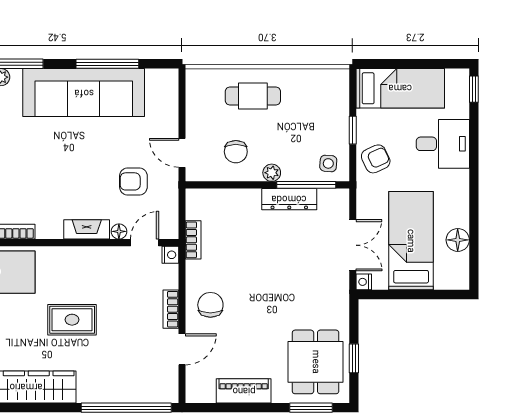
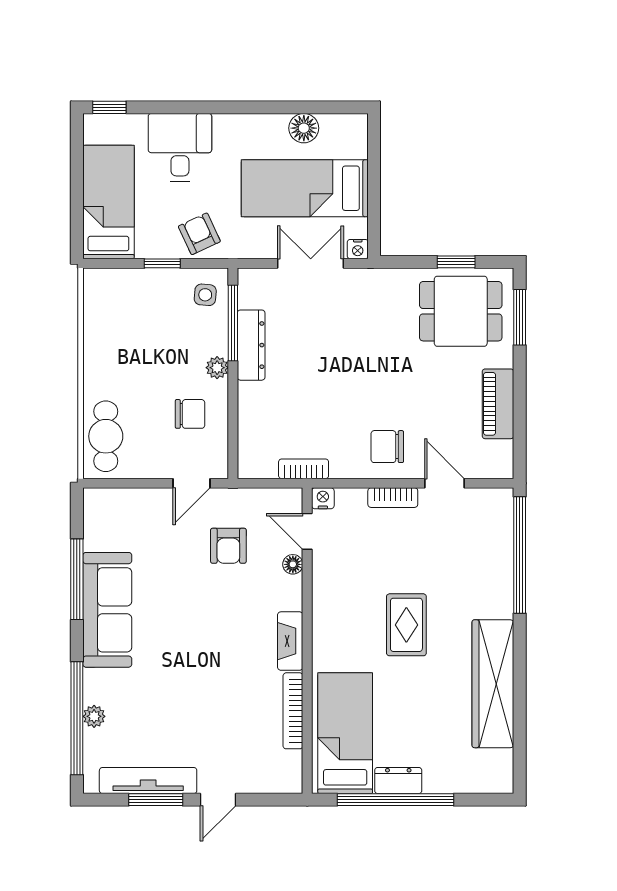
sofa: (84, 93) -> (107, 610), width x0.74, depth x0.79
cafe table: (253, 96) -> (106, 436), moved
fireplace: (87, 229) -> (290, 641), moved

